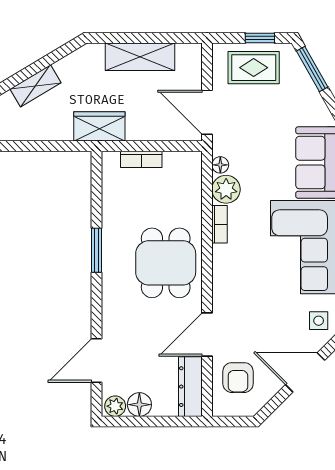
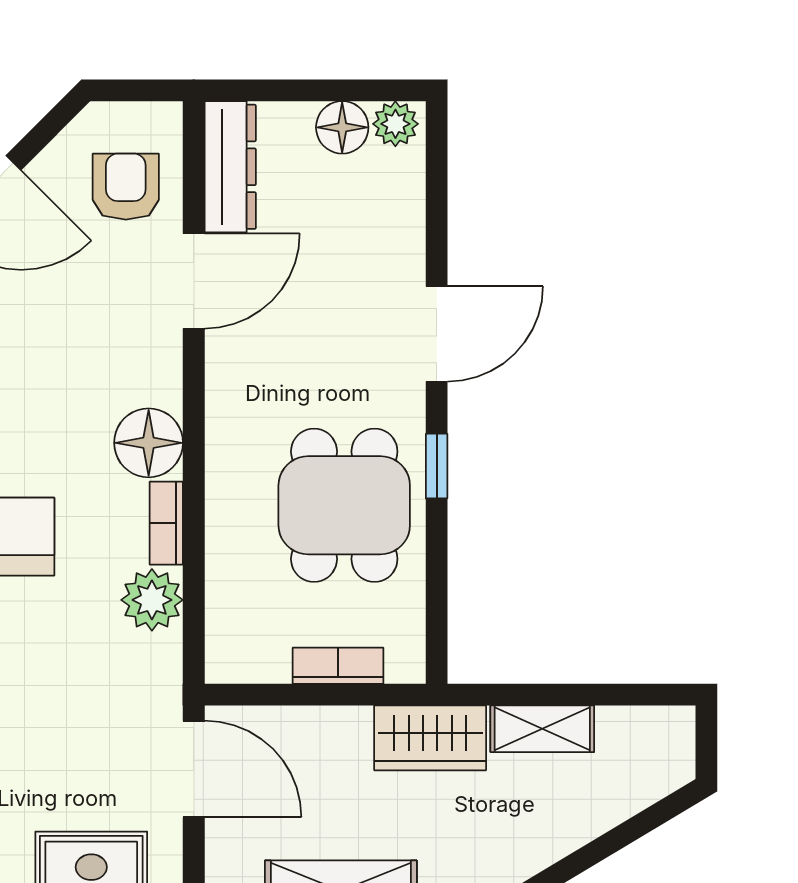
shelving: (35, 86) -> (542, 729), moved, turned 31
floor lamp: (220, 165) -> (149, 443), moved, width x1.89, depth x1.89
window: (96, 250) -> (437, 466), width x0.67
dining table: (166, 263) -> (344, 505), moved
door: (96, 361) -> (437, 334), moved

